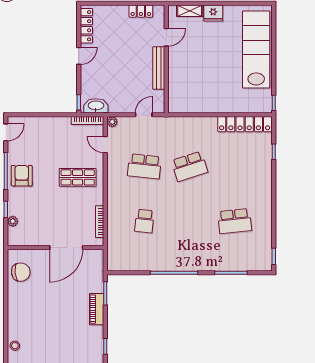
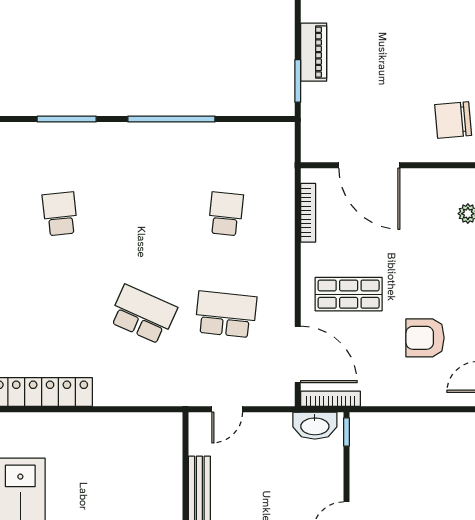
plant: (112, 122) -> (285, 396), removed
door: (105, 145) -> (298, 354), width x1.87
school desk: (190, 166) -> (143, 314), turned 42
armchair: (22, 176) -> (425, 338), moved, turned 90
school desk: (235, 221) -> (60, 214), width x0.54
door: (66, 247) -> (369, 165), swing flipped

